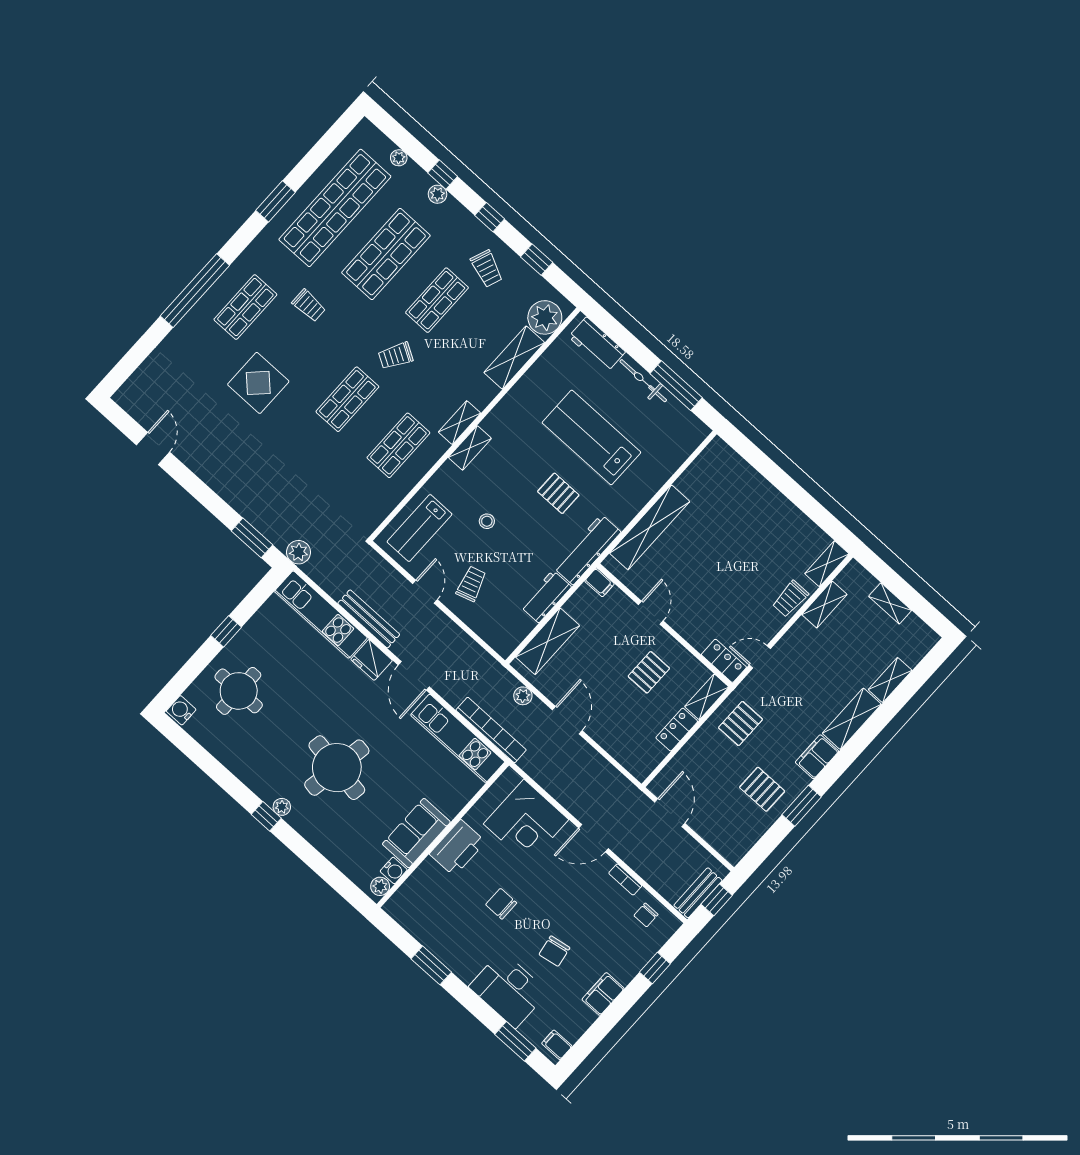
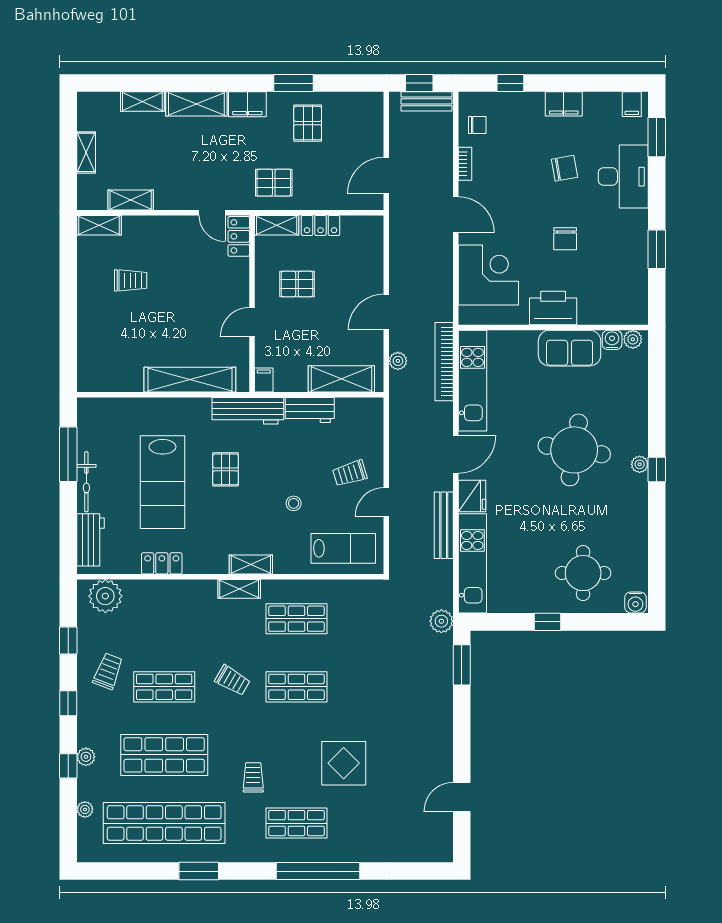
shelving: (514, 358) -> (155, 592), removed
locker: (531, 382) -> (162, 563), added
trolley: (790, 599) -> (131, 280), moved

